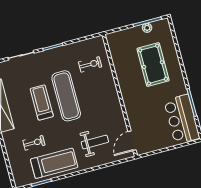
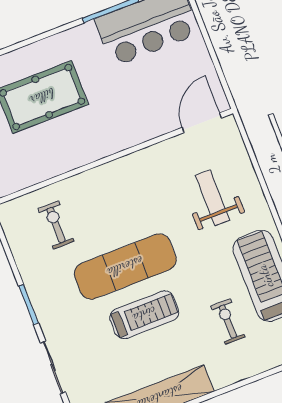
treadmill: (42, 102) -> (144, 315), turned 180
door: (132, 141) -> (202, 123), swing flipped

